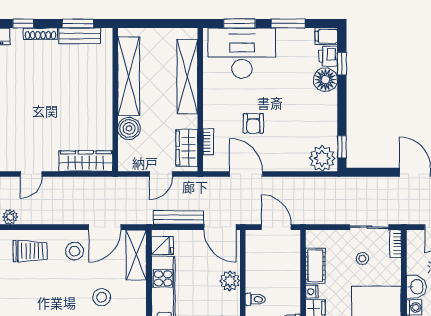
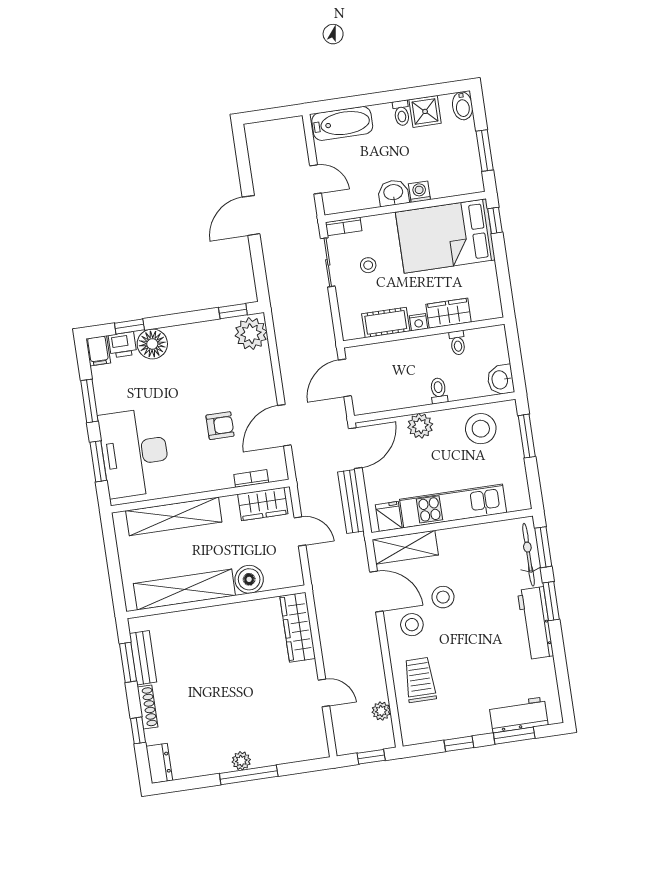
stool: (102, 297) -> (443, 597), moved

